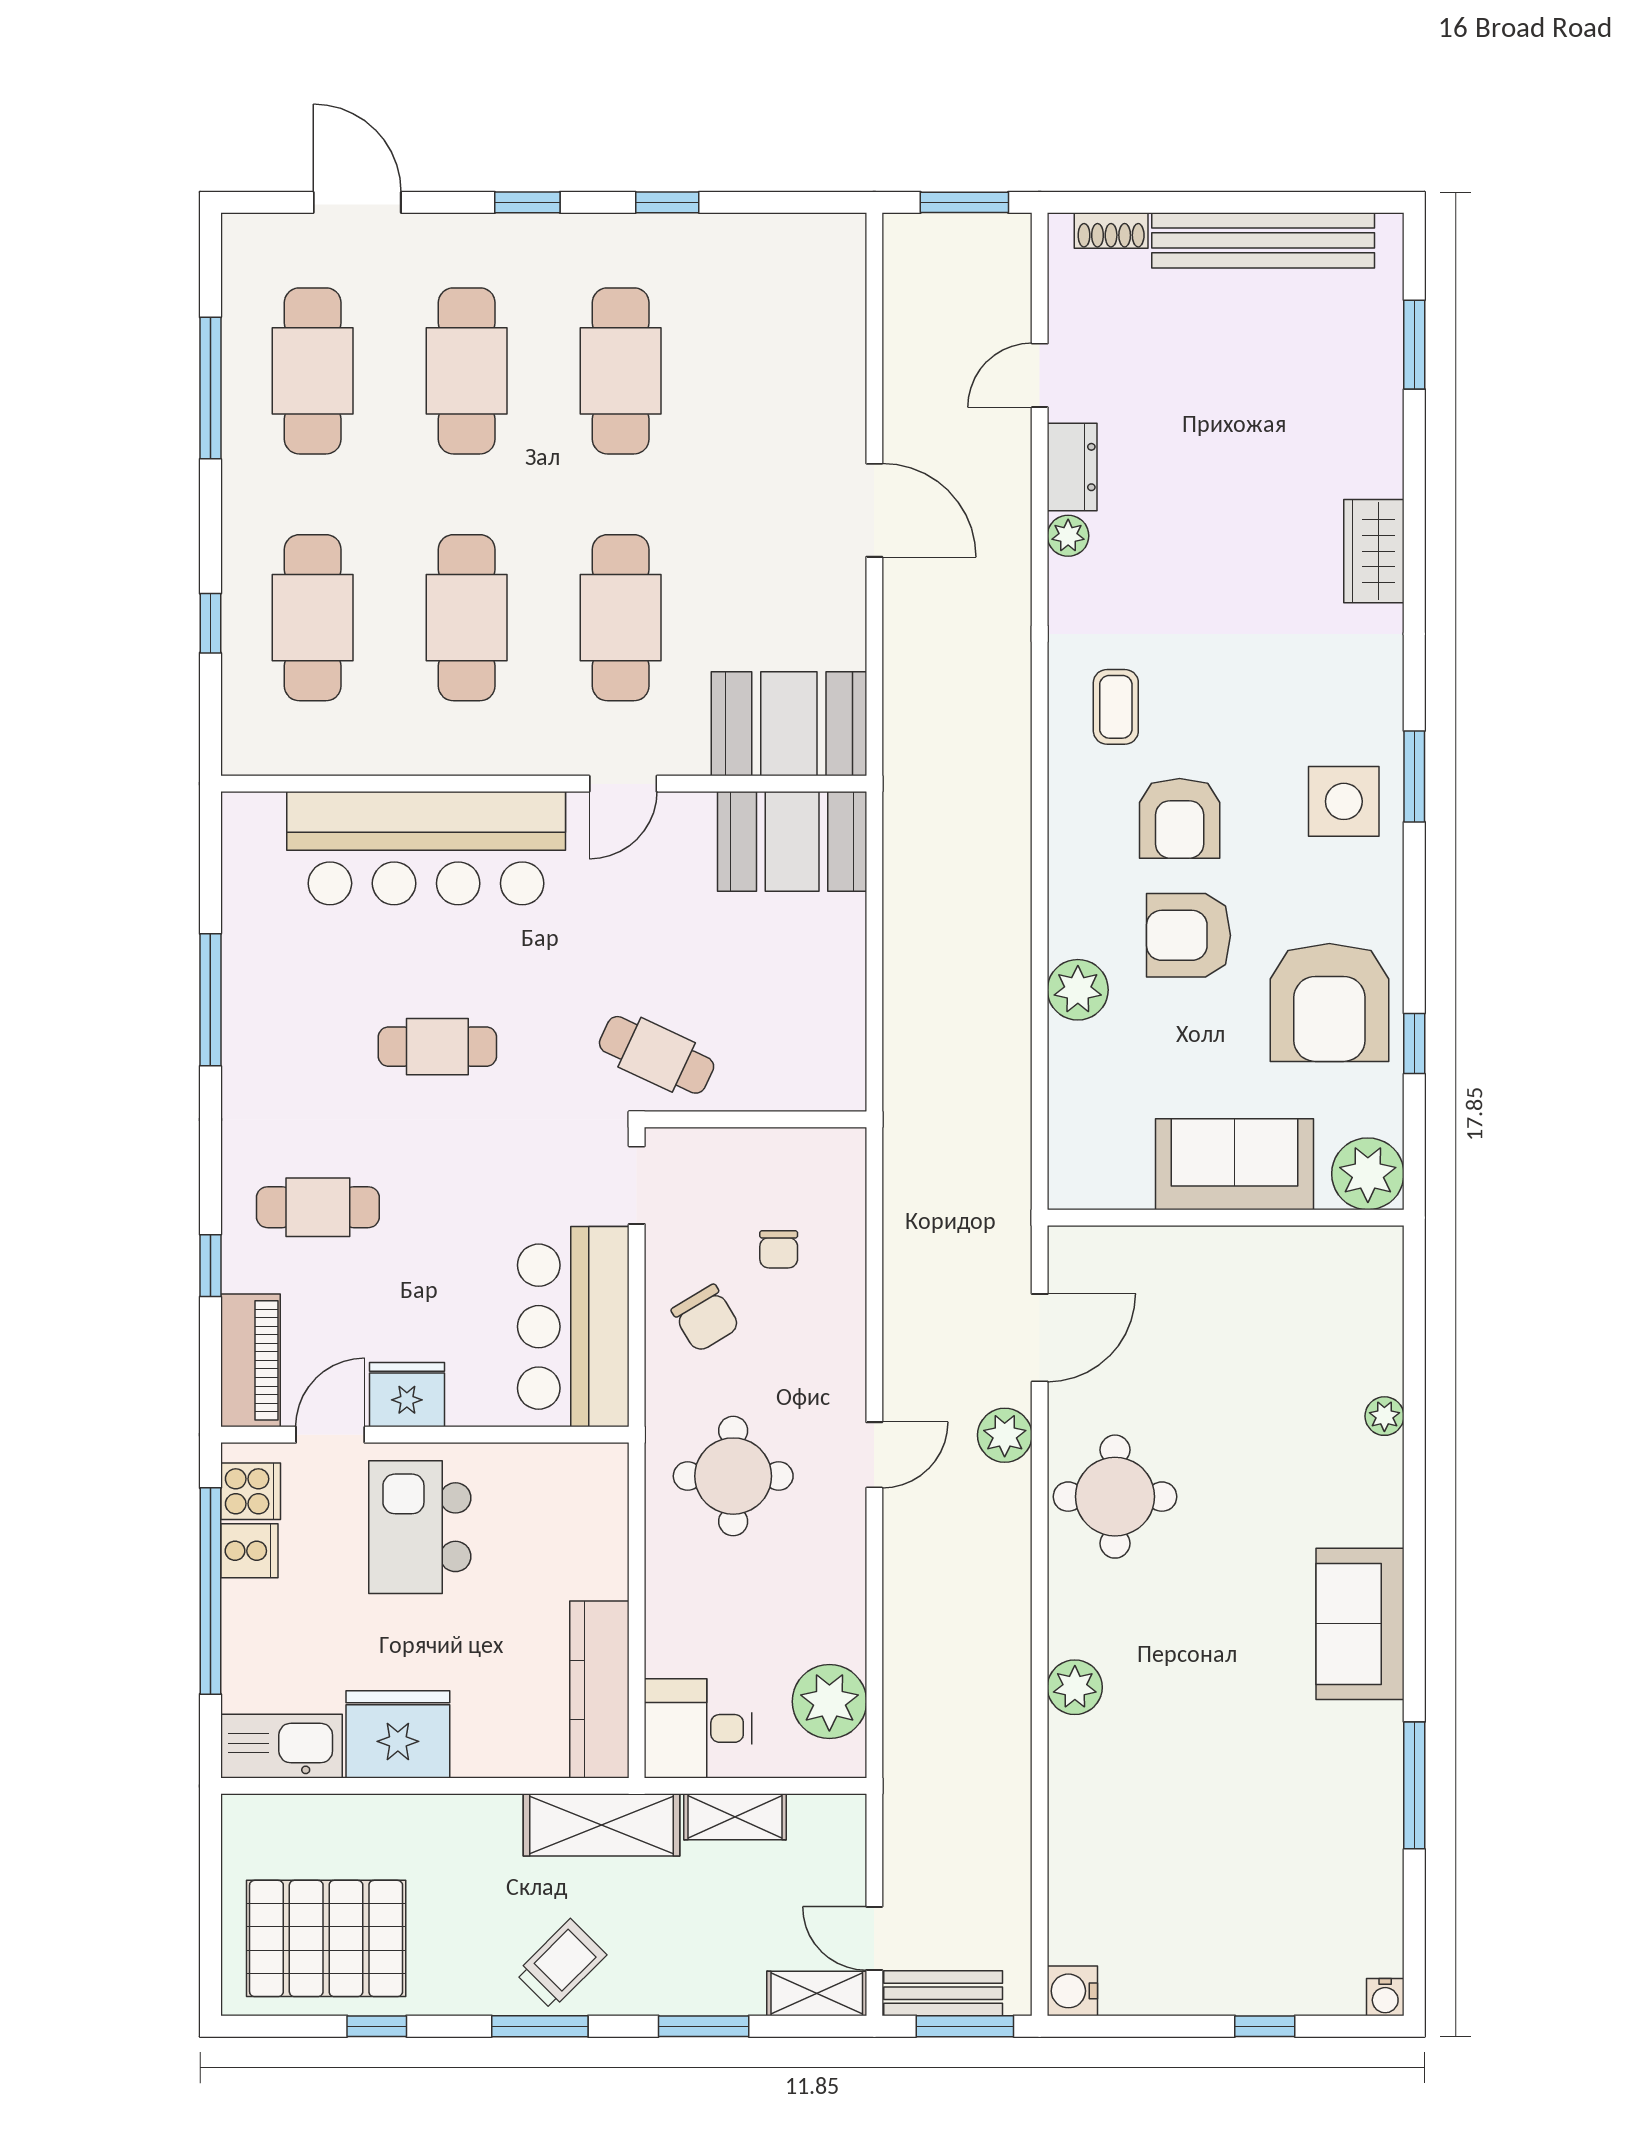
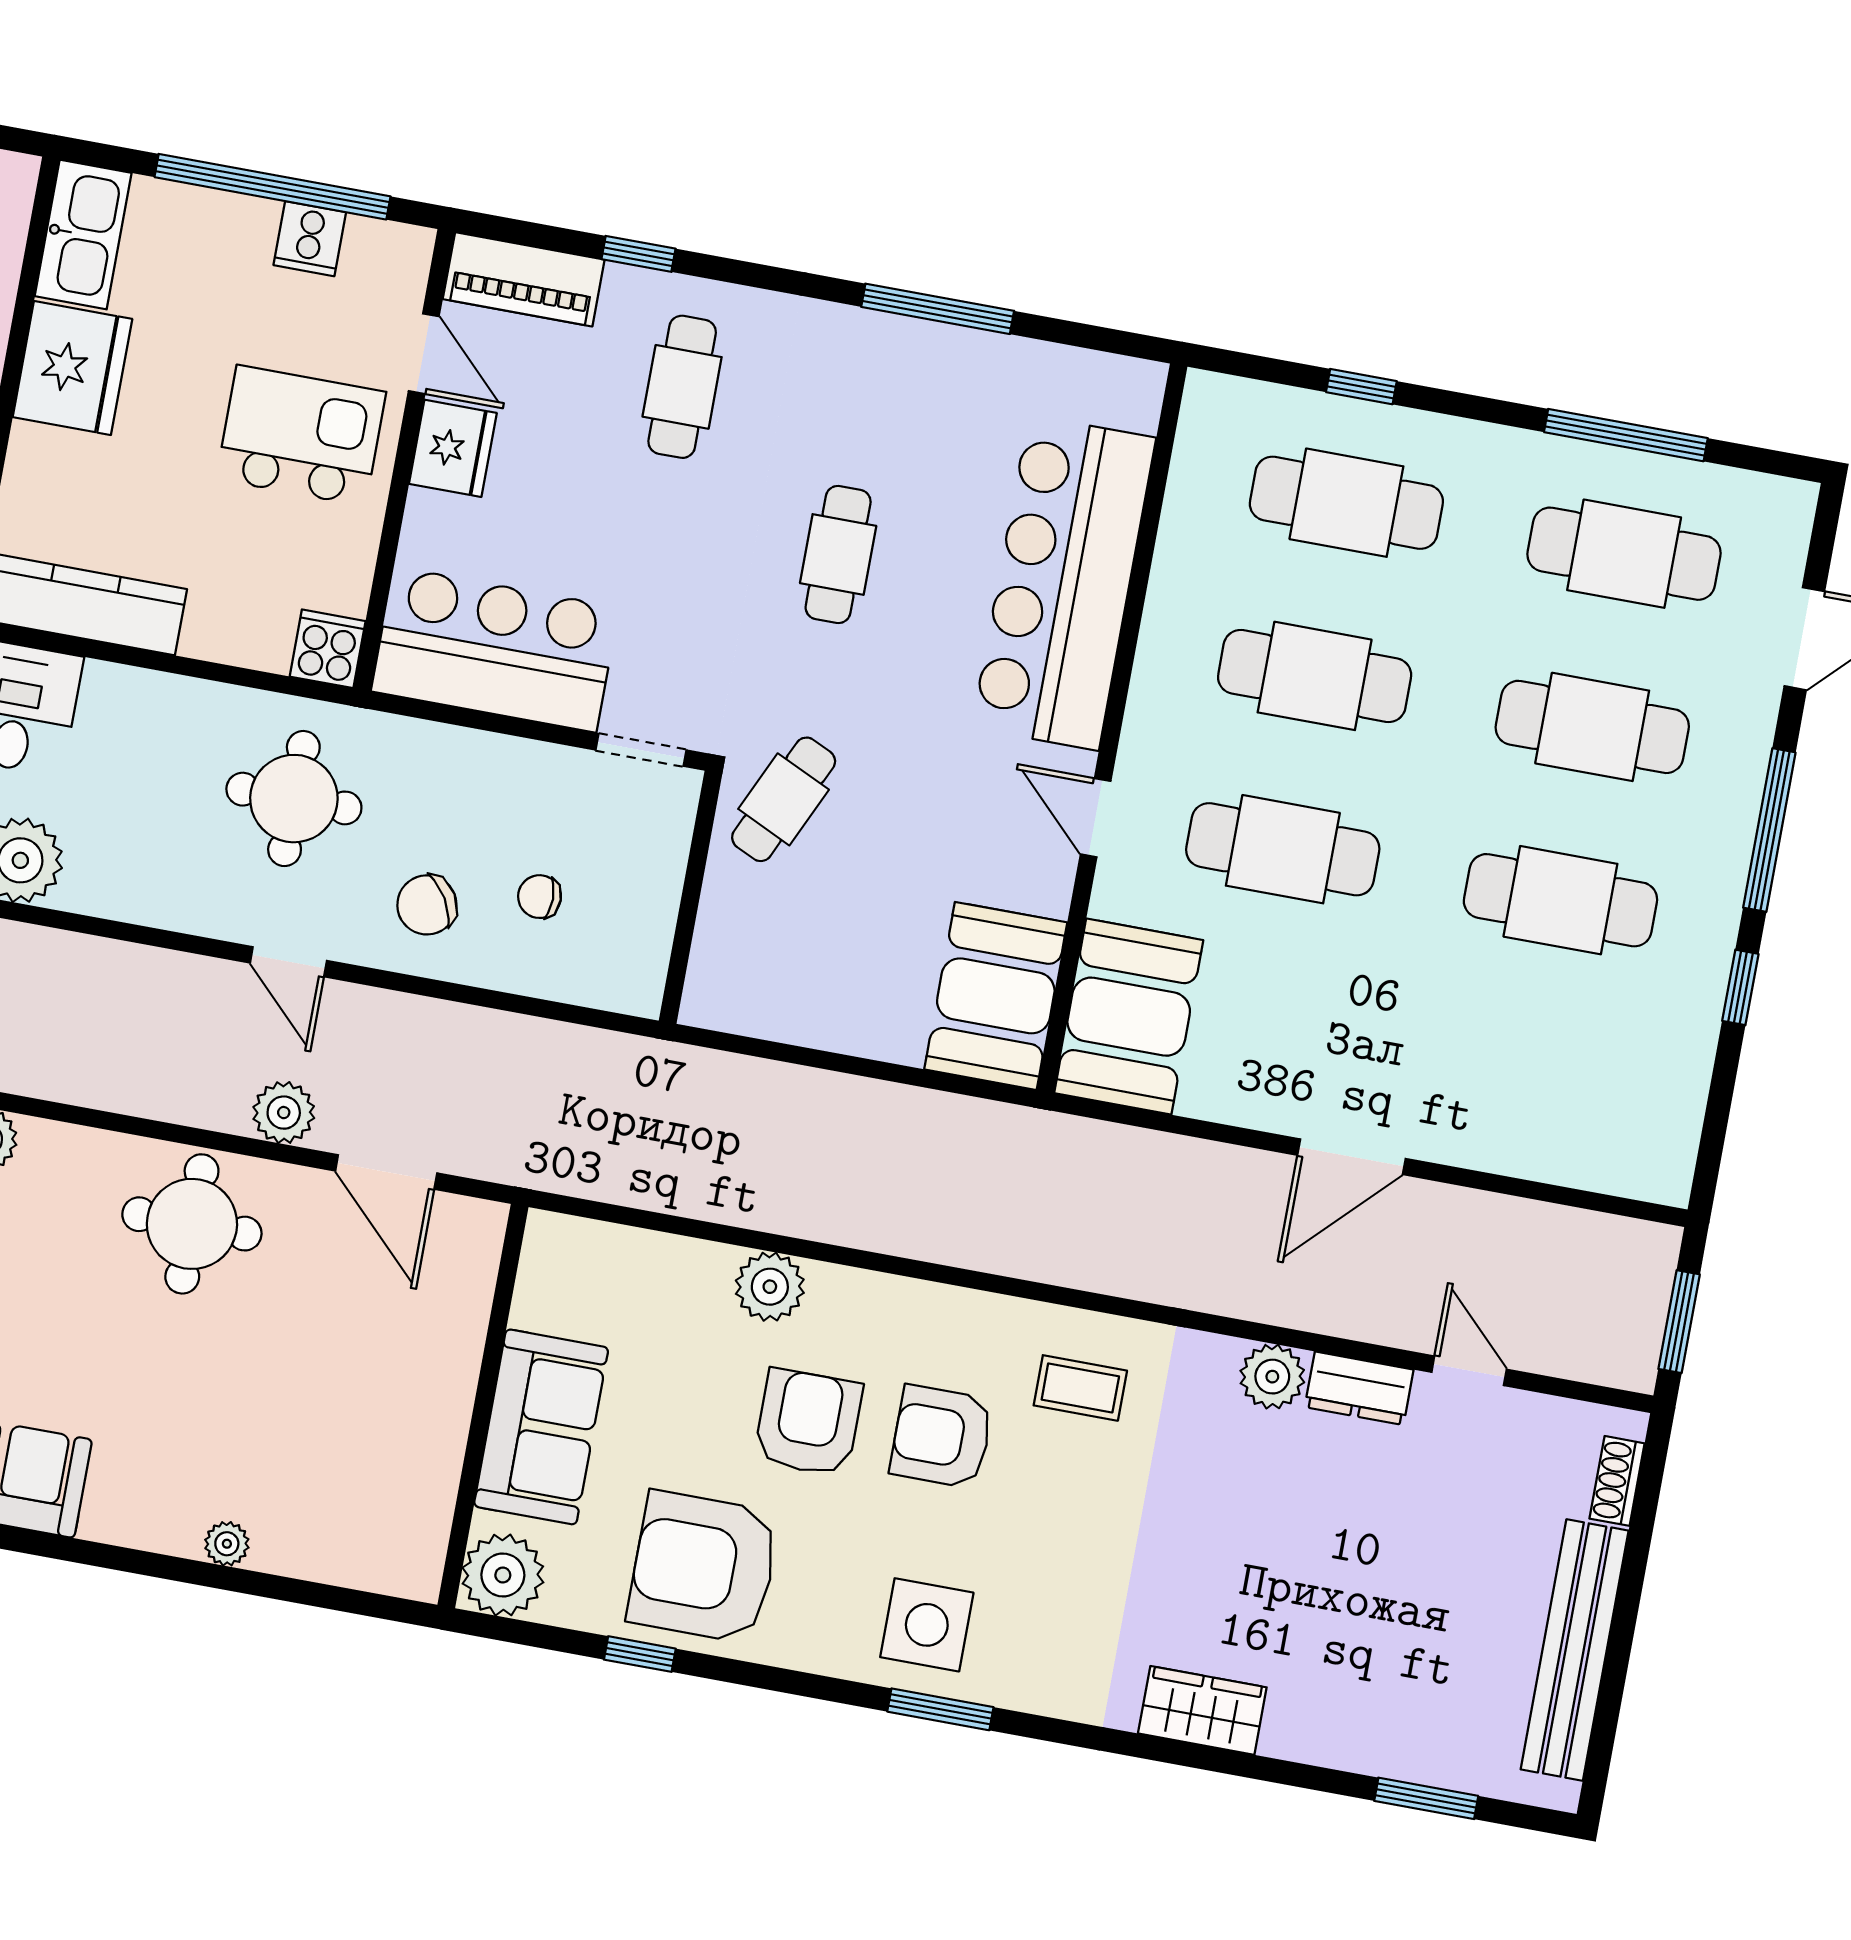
window: (527, 202) -> (1769, 830), width x2.17
plant: (1068, 536) -> (1272, 1377), width x1.38, depth x1.38
chair: (706, 1318) -> (427, 905), moved
cooker: (251, 1491) -> (328, 649), moved, turned 180

